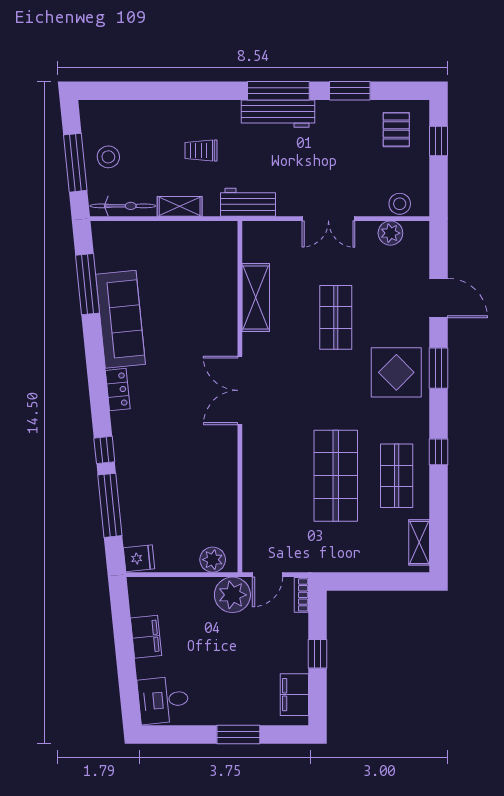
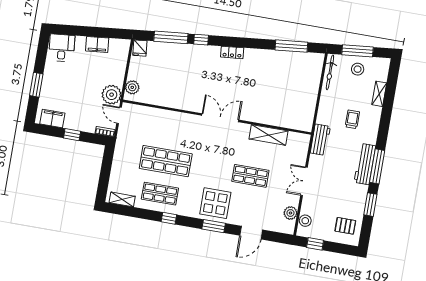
window: (438, 141) -> (315, 244), moved
shelving: (180, 206) -> (379, 94), moved
sofa: (121, 319) -> (269, 60), removed

